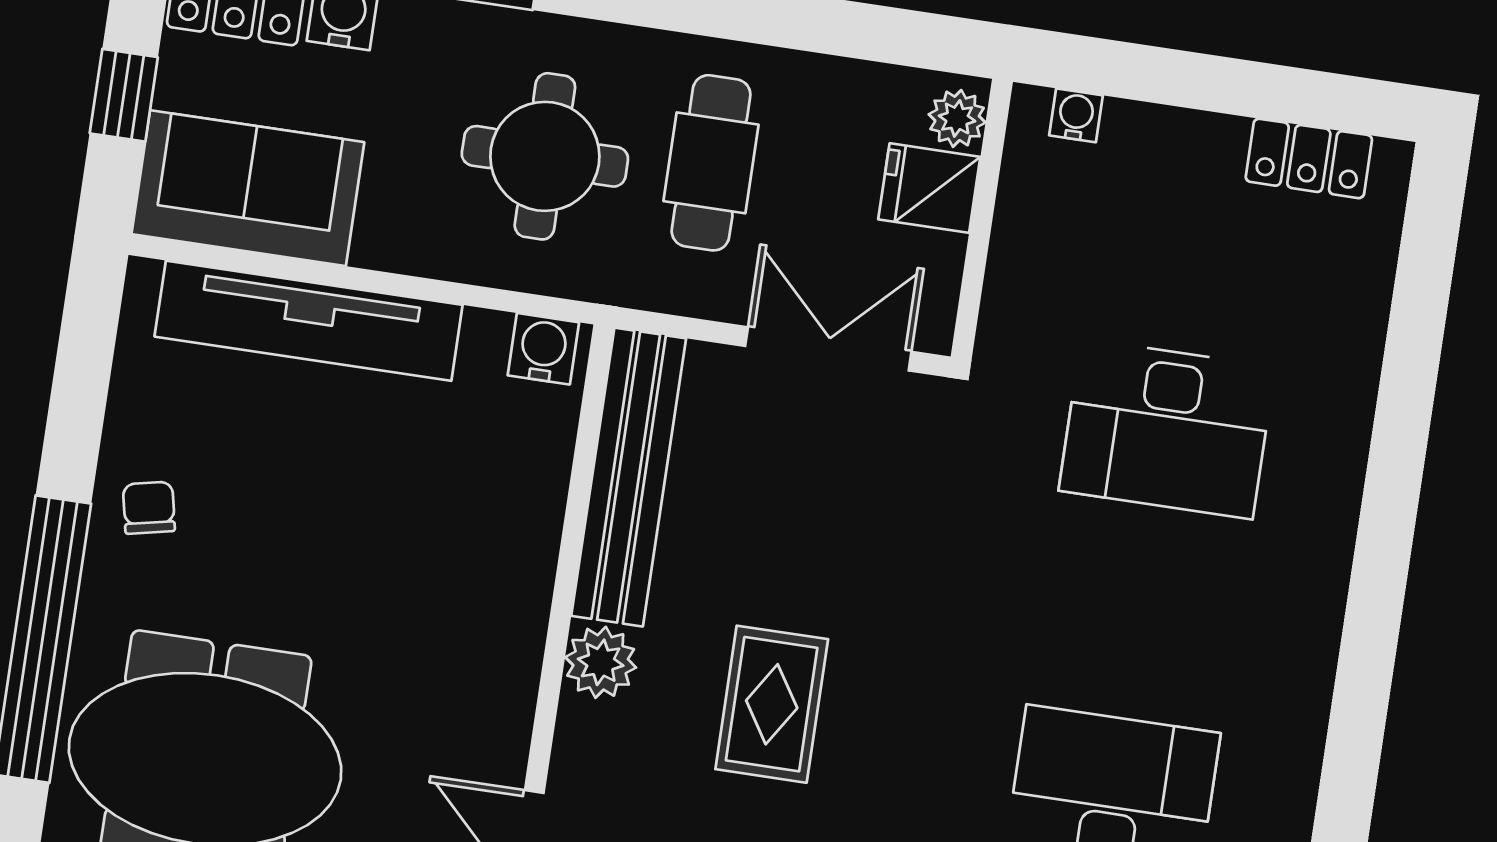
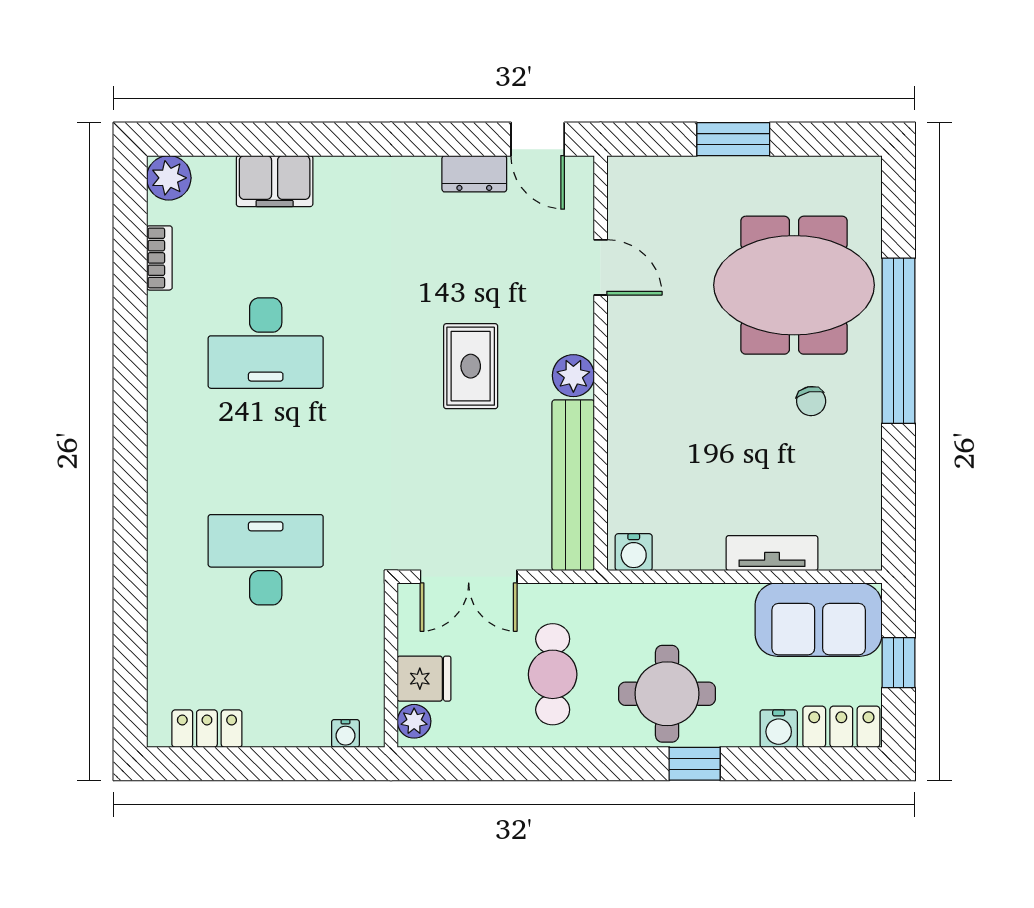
round table: (545, 156) -> (667, 694), moved
tv unit: (309, 321) -> (772, 553), width x0.52, depth x0.78
chair: (149, 508) -> (811, 401), moved

